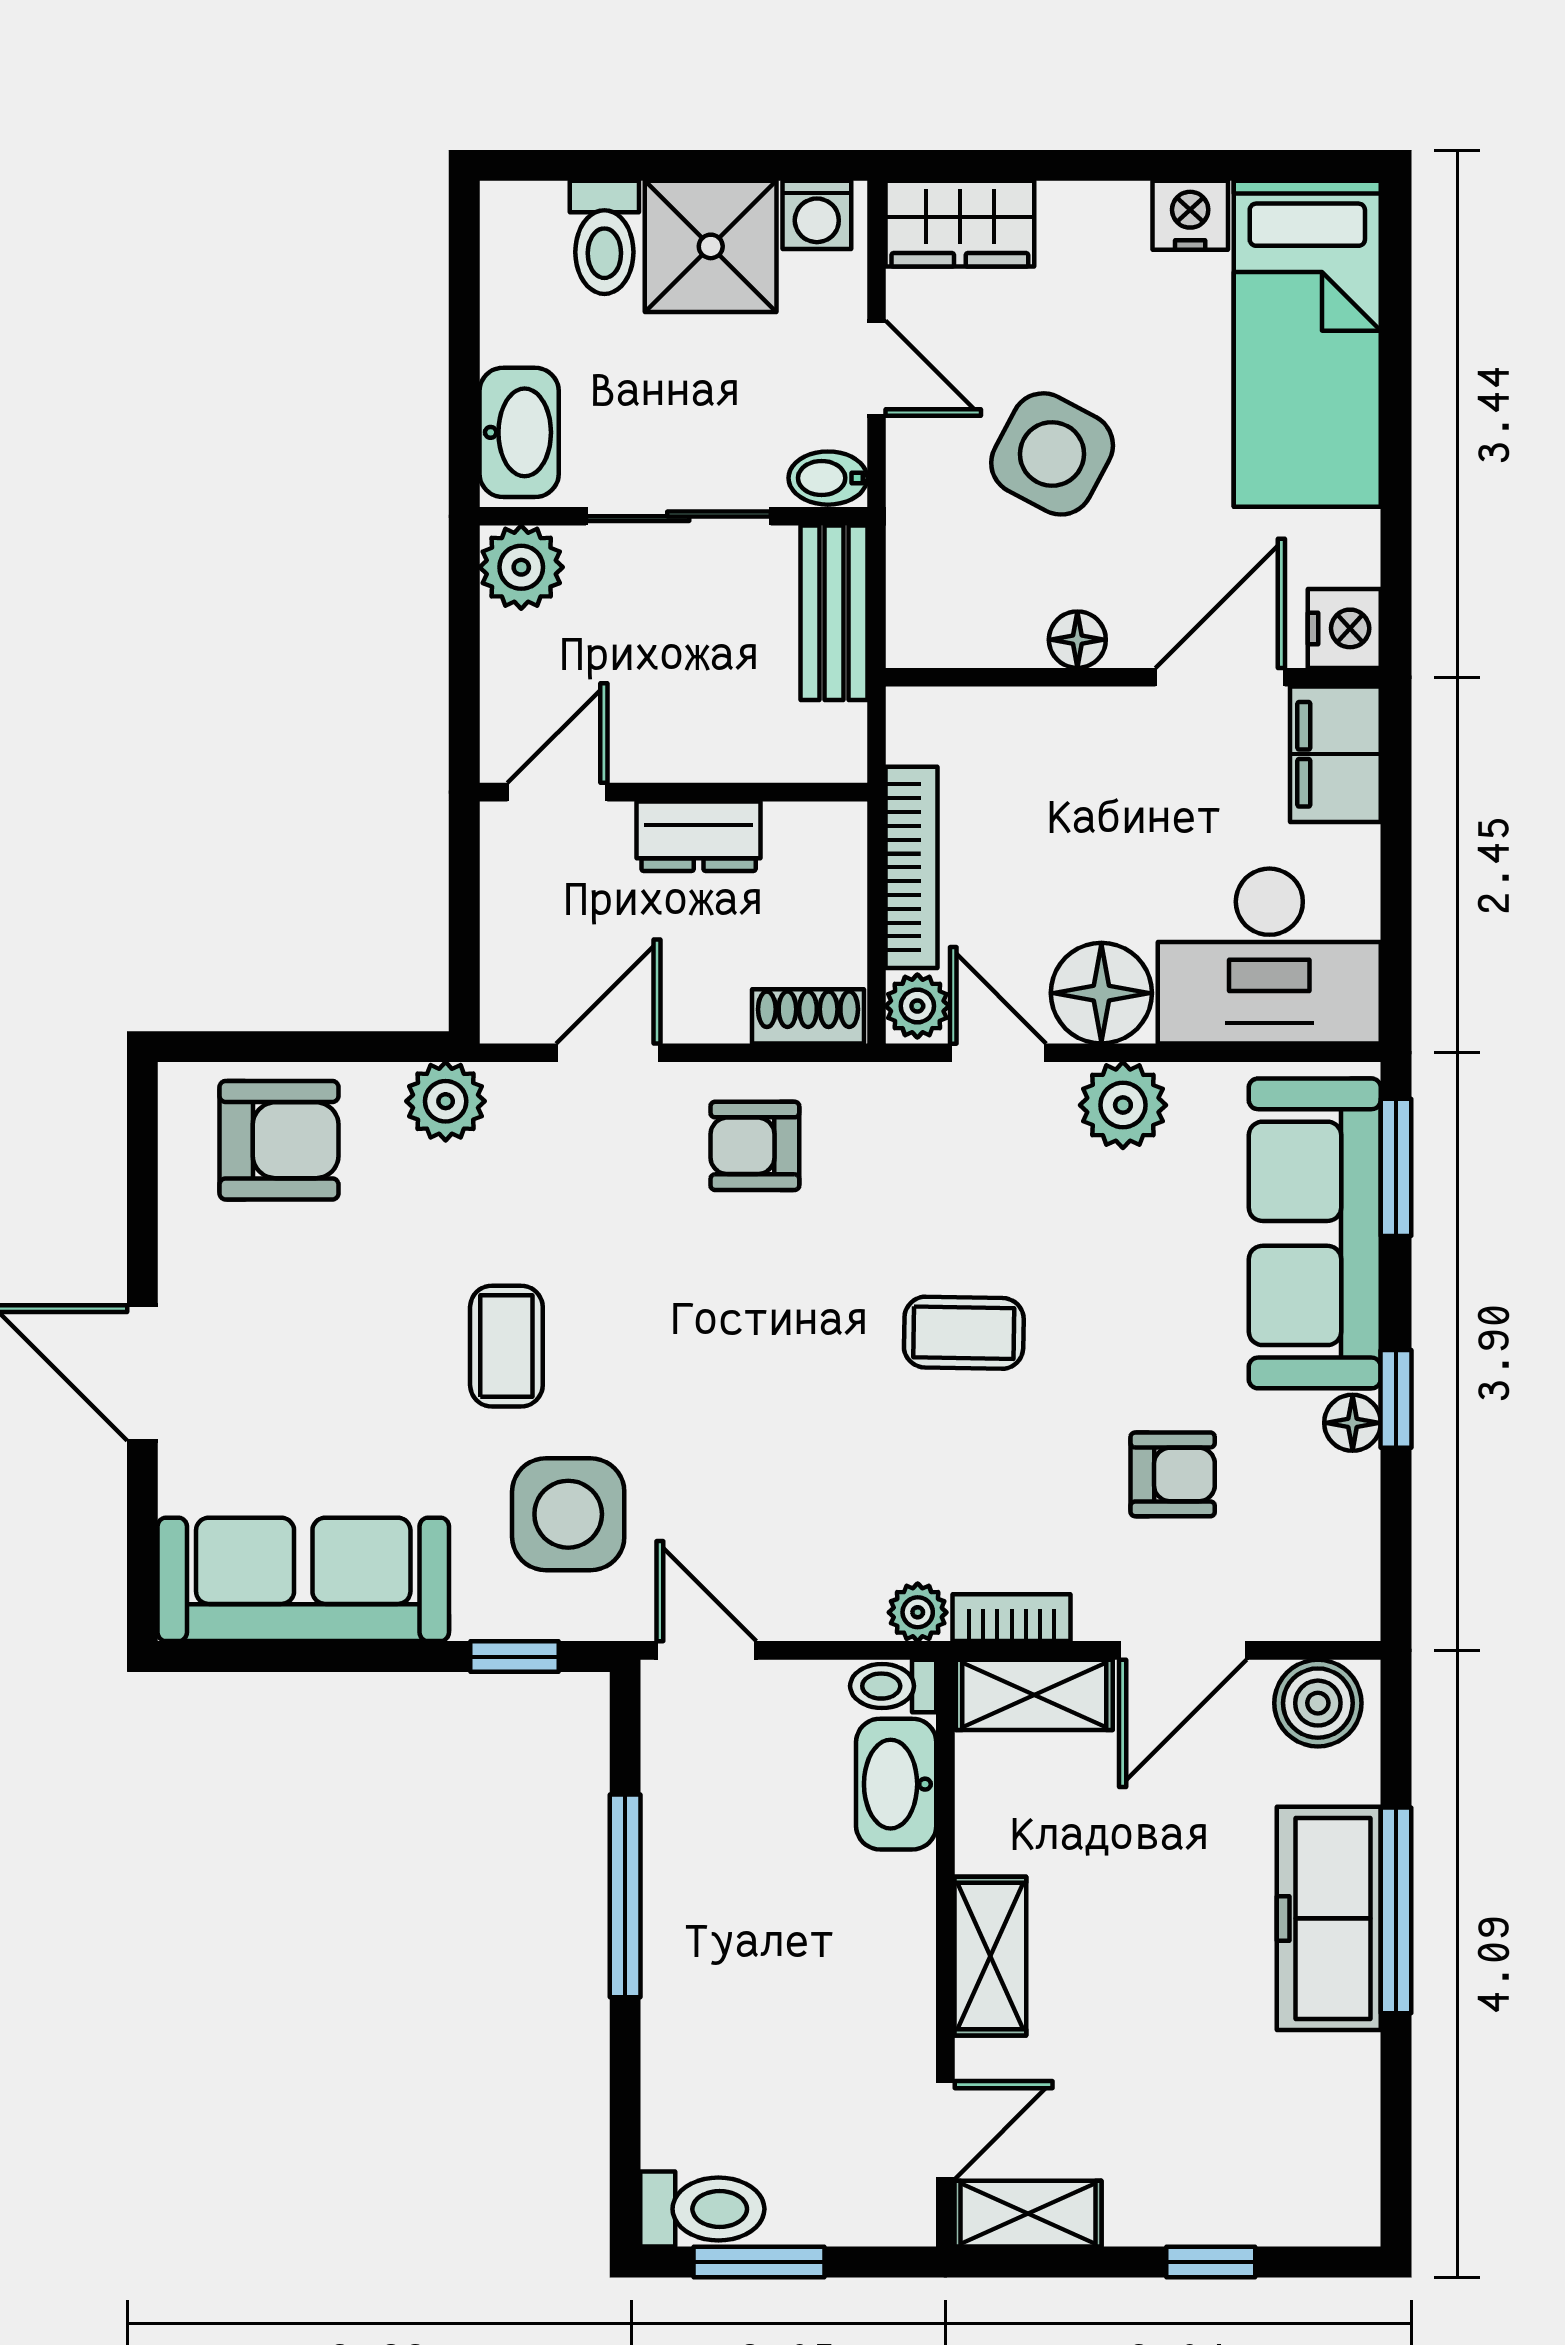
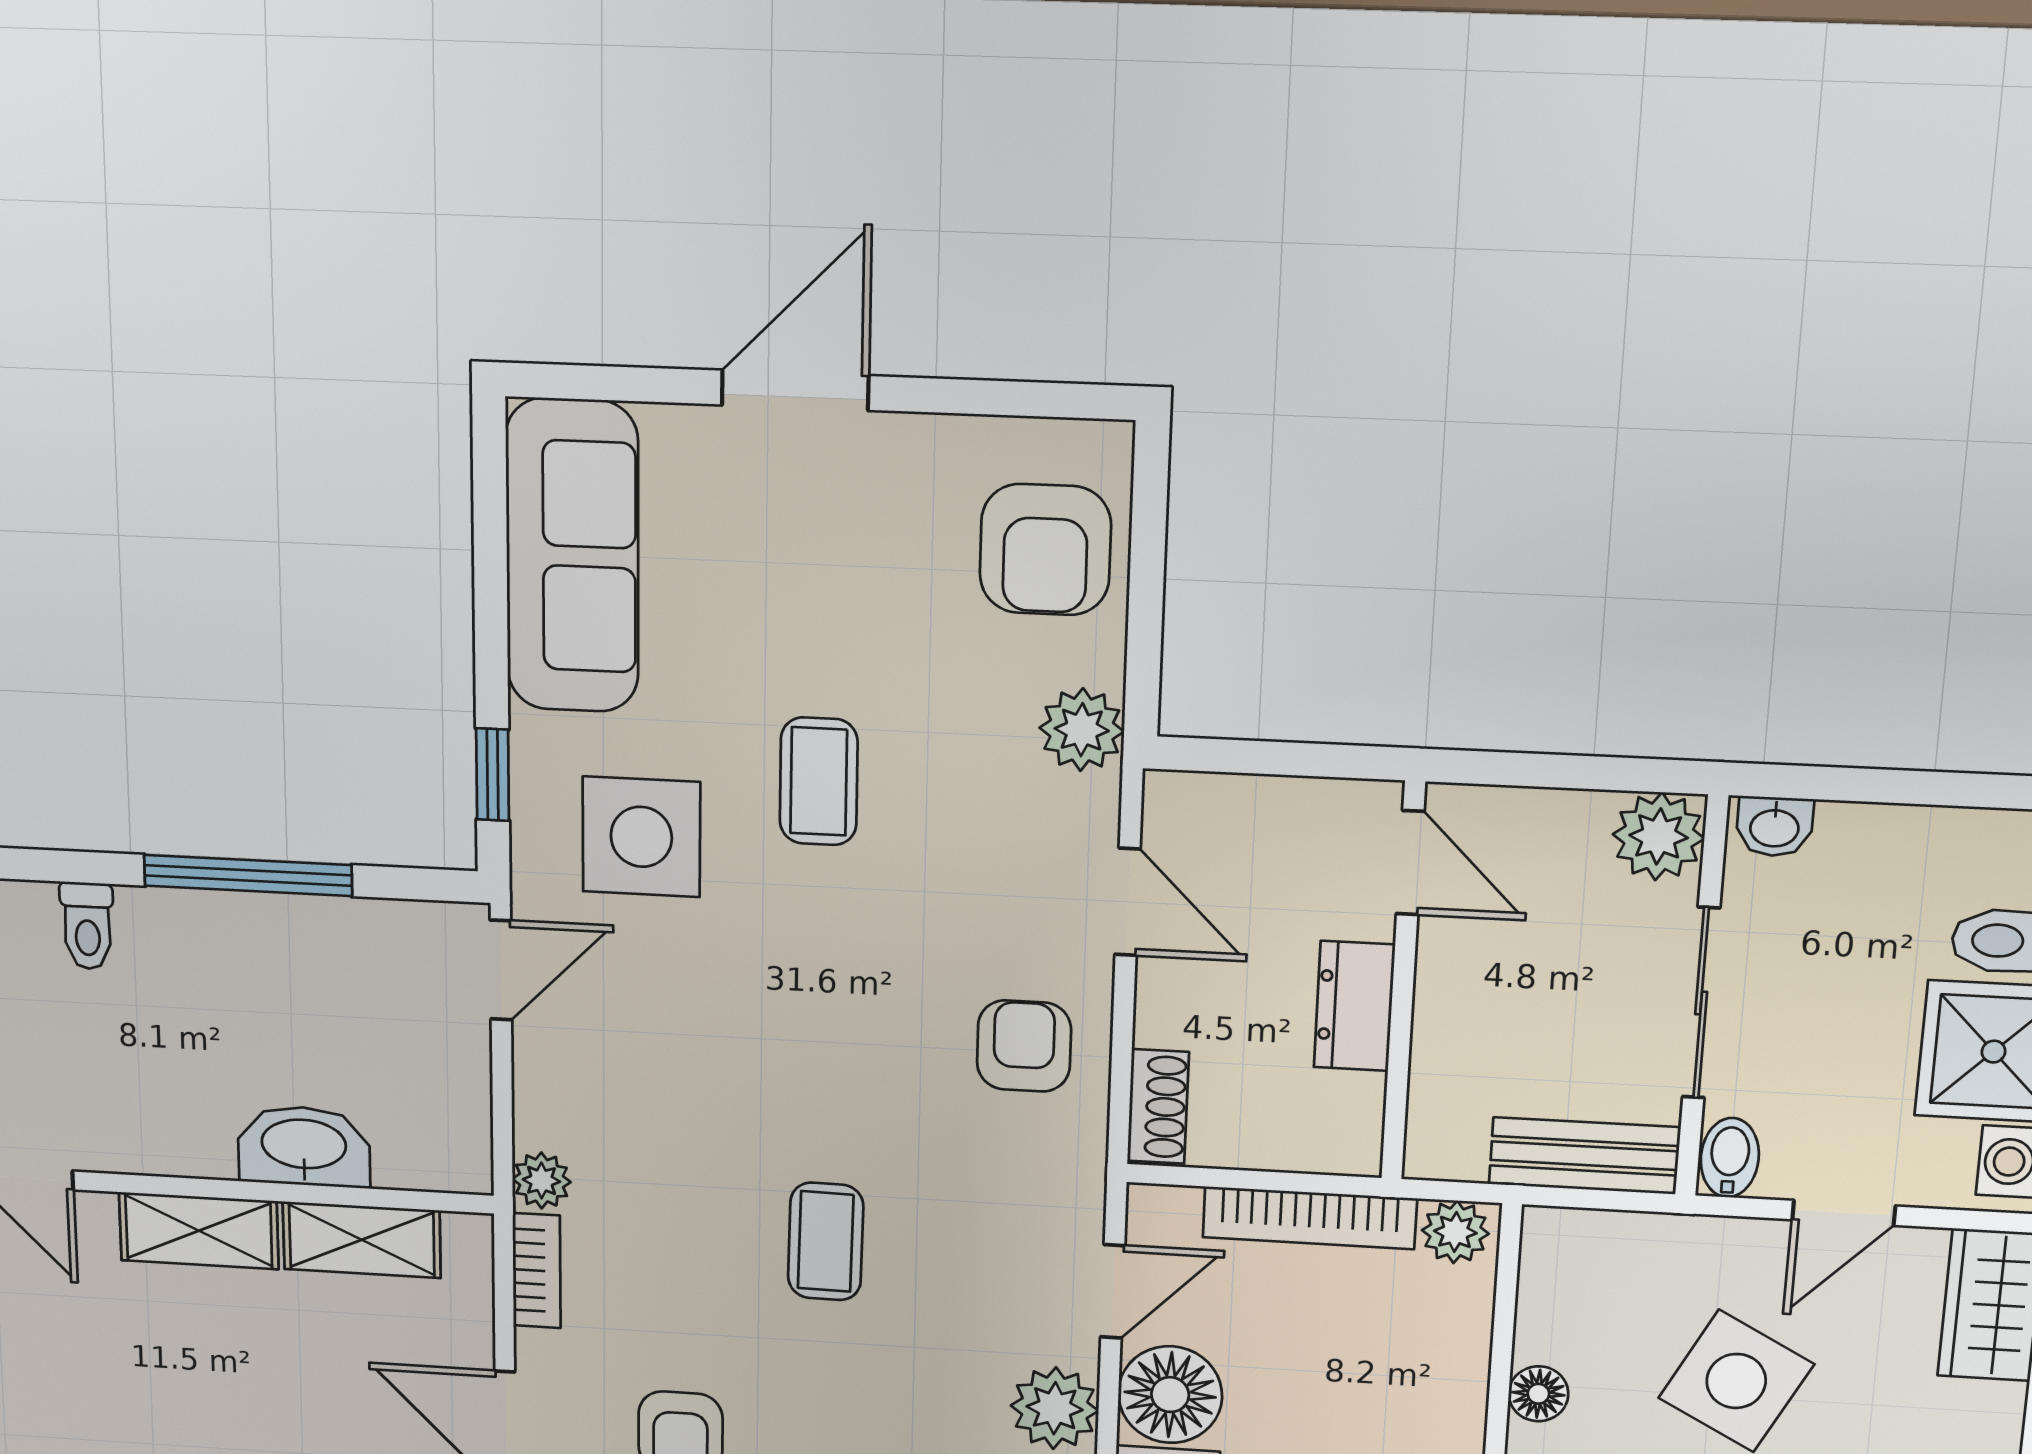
washbasin: (519, 432) -> (1774, 827), width x0.52, depth x0.69
plant: (917, 1006) -> (1455, 1232), moved
coffee table: (506, 1346) -> (819, 781), turned 90
toilet: (893, 1686) -> (87, 926), moved, turned 180
shelving: (1034, 1695) -> (362, 1240), moved, turned 90
washbasin: (896, 1784) -> (304, 1146), moved

